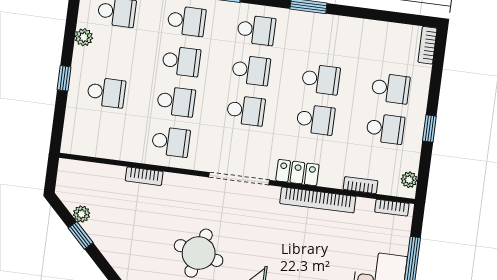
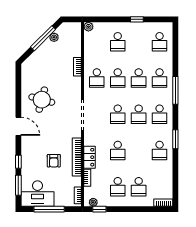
plant: (84, 37) -> (88, 27), moved
window: (64, 78) -> (137, 19), moved
school desk: (321, 79) -> (160, 151), moved
window: (429, 129) -> (99, 209), moved
locker: (297, 173) -> (89, 157), moved
window: (81, 235) -> (43, 38), width x2.17
armchair: (319, 245) -> (54, 161), added

